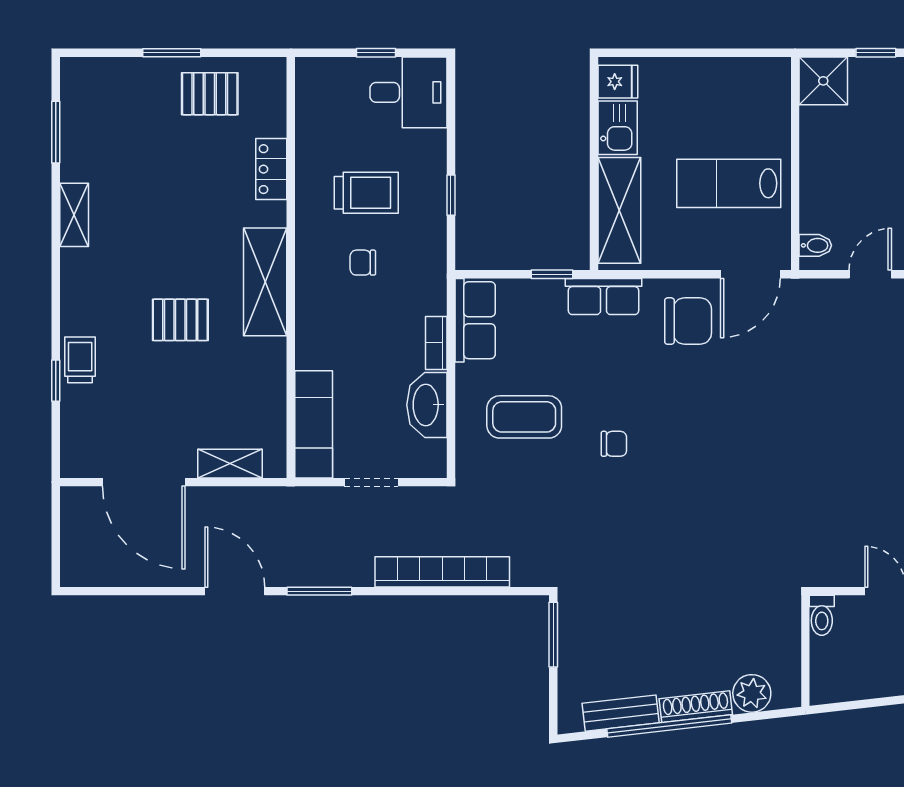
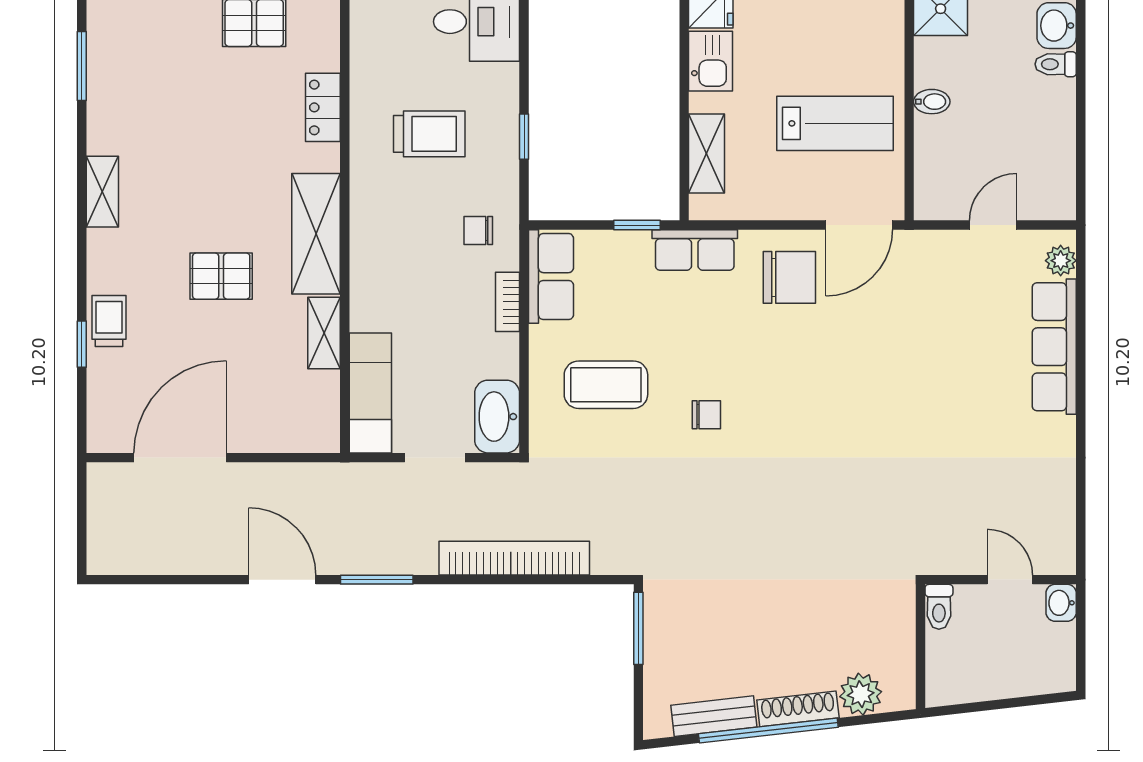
lab bench: (729, 183) -> (835, 123), turned 180
shelving: (619, 210) -> (707, 154), width x0.67, depth x0.75
shelving: (74, 215) -> (102, 192), moved
bidet: (815, 245) -> (932, 102), moved
chair: (363, 263) -> (478, 231), moved
washbasin: (427, 405) -> (497, 417), moved
shelving: (230, 464) -> (324, 333), moved, turned 90
door: (144, 482) -> (180, 458), swing flipped

